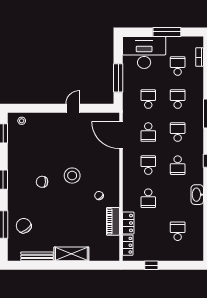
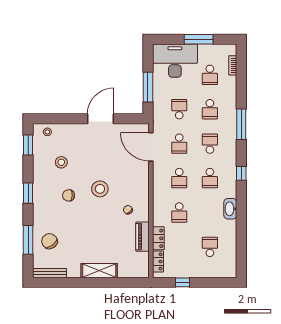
school desk: (178, 66) -> (210, 75), turned 180
school desk: (178, 99) -> (210, 109), turned 180
door: (73, 108) -> (101, 119), width x1.87
stool: (35, 150) -> (61, 162), added
school desk: (148, 165) -> (179, 178), turned 180
bench: (37, 256) -> (50, 273), moved

